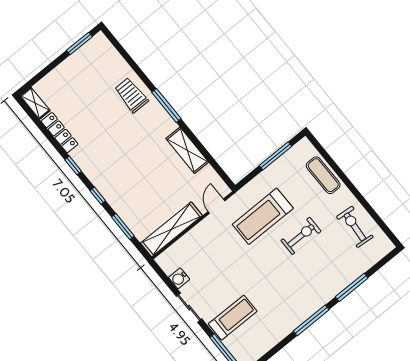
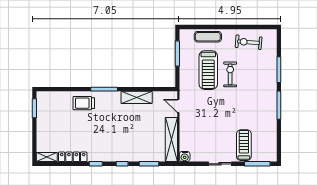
treadmill: (263, 216) -> (208, 70), moved
water cooler: (179, 278) -> (185, 156), moved

